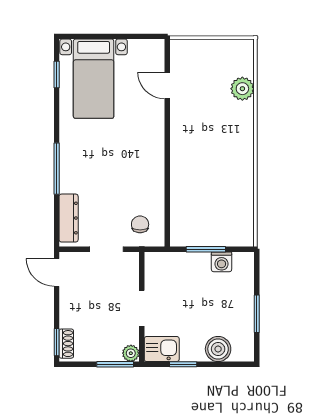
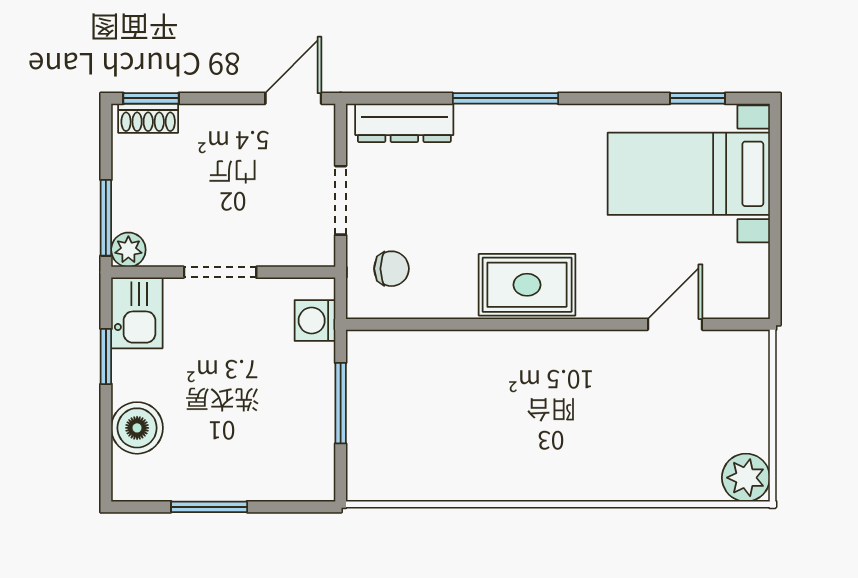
plant: (242, 89) -> (746, 478), moved
rug: (148, 158) -> (527, 285), added
washing machine: (222, 262) -> (315, 321), moved

